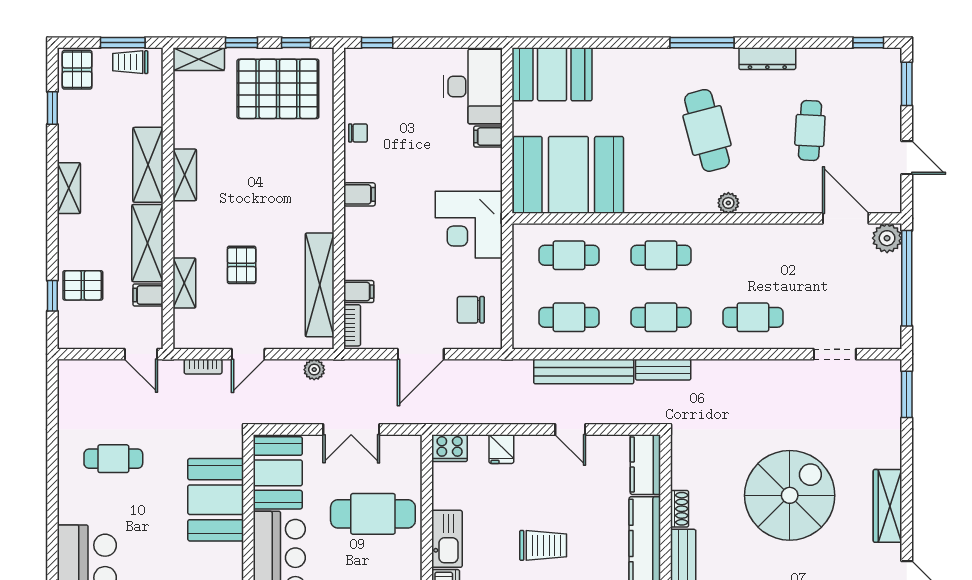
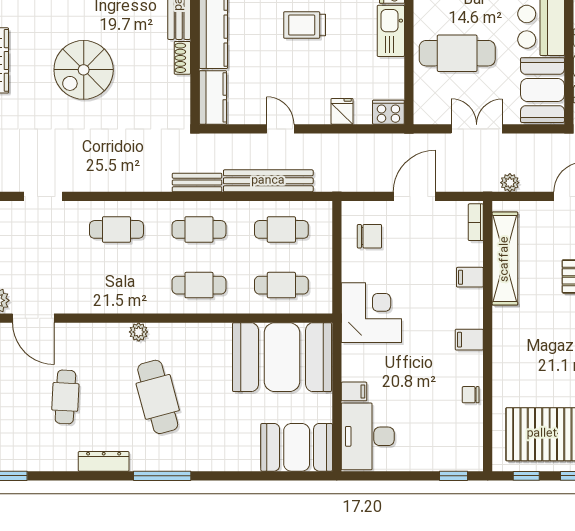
filing cabinet: (359, 292) -> (470, 277), moved
spiral stairs: (790, 495) -> (84, 70), width x0.73, depth x0.73

